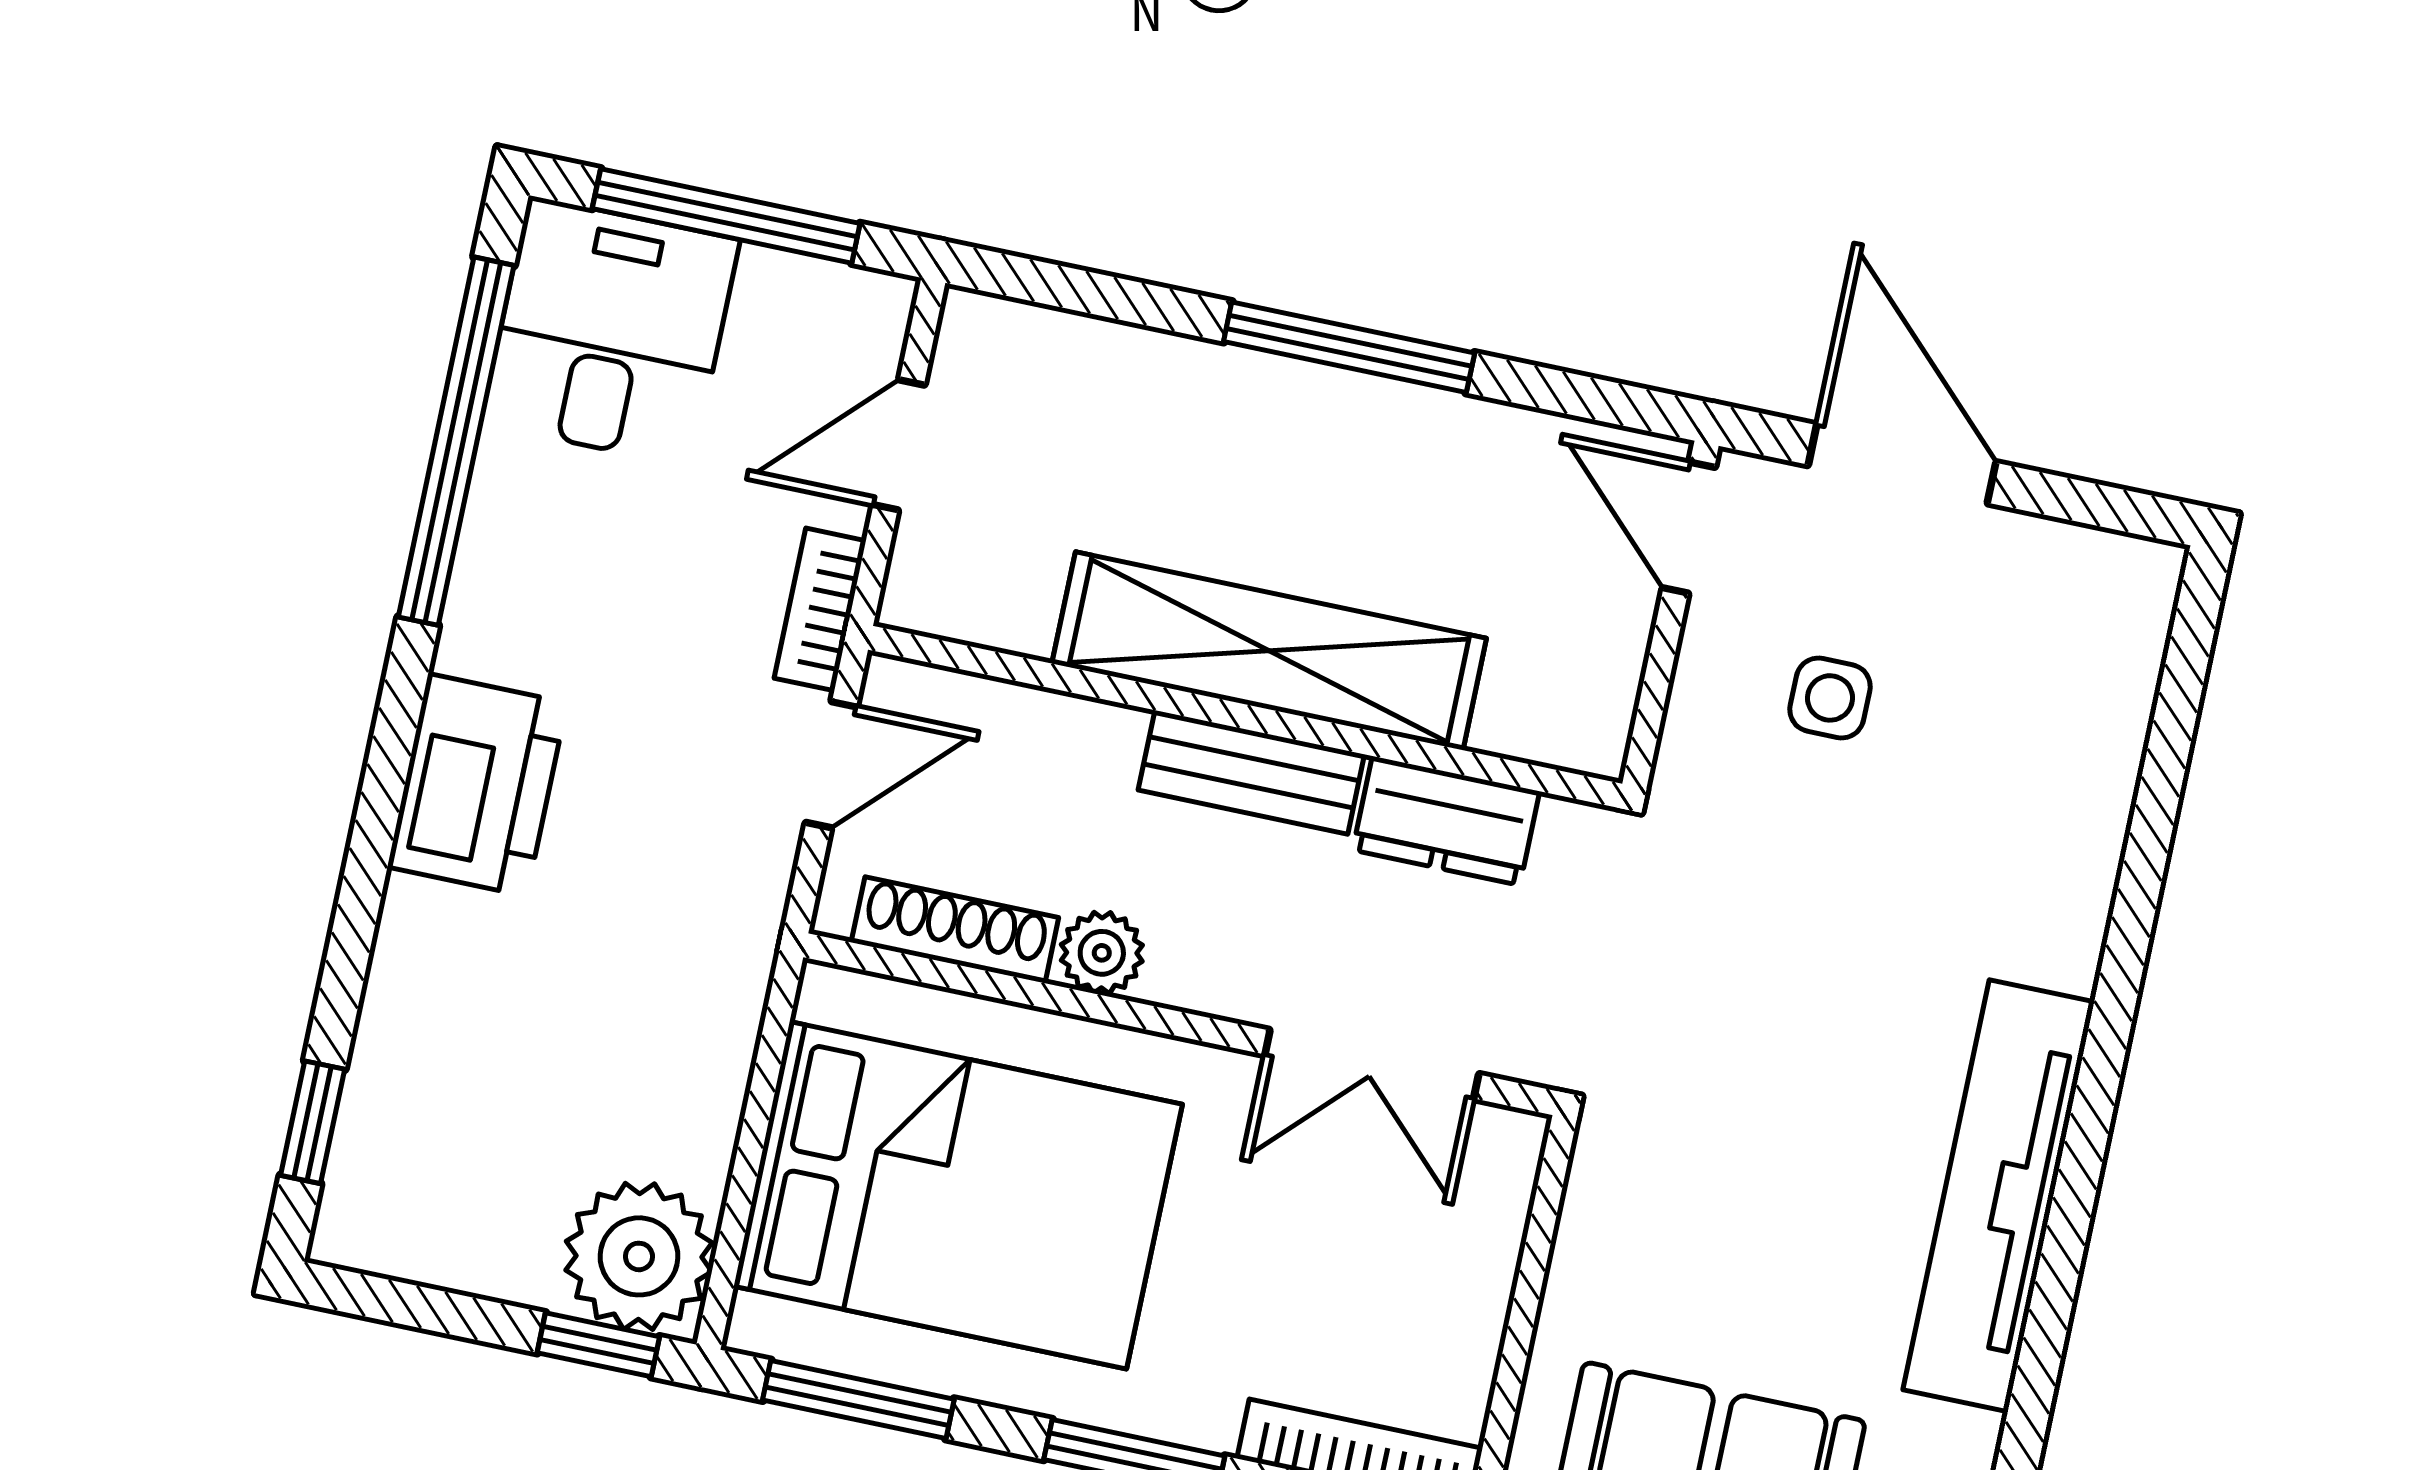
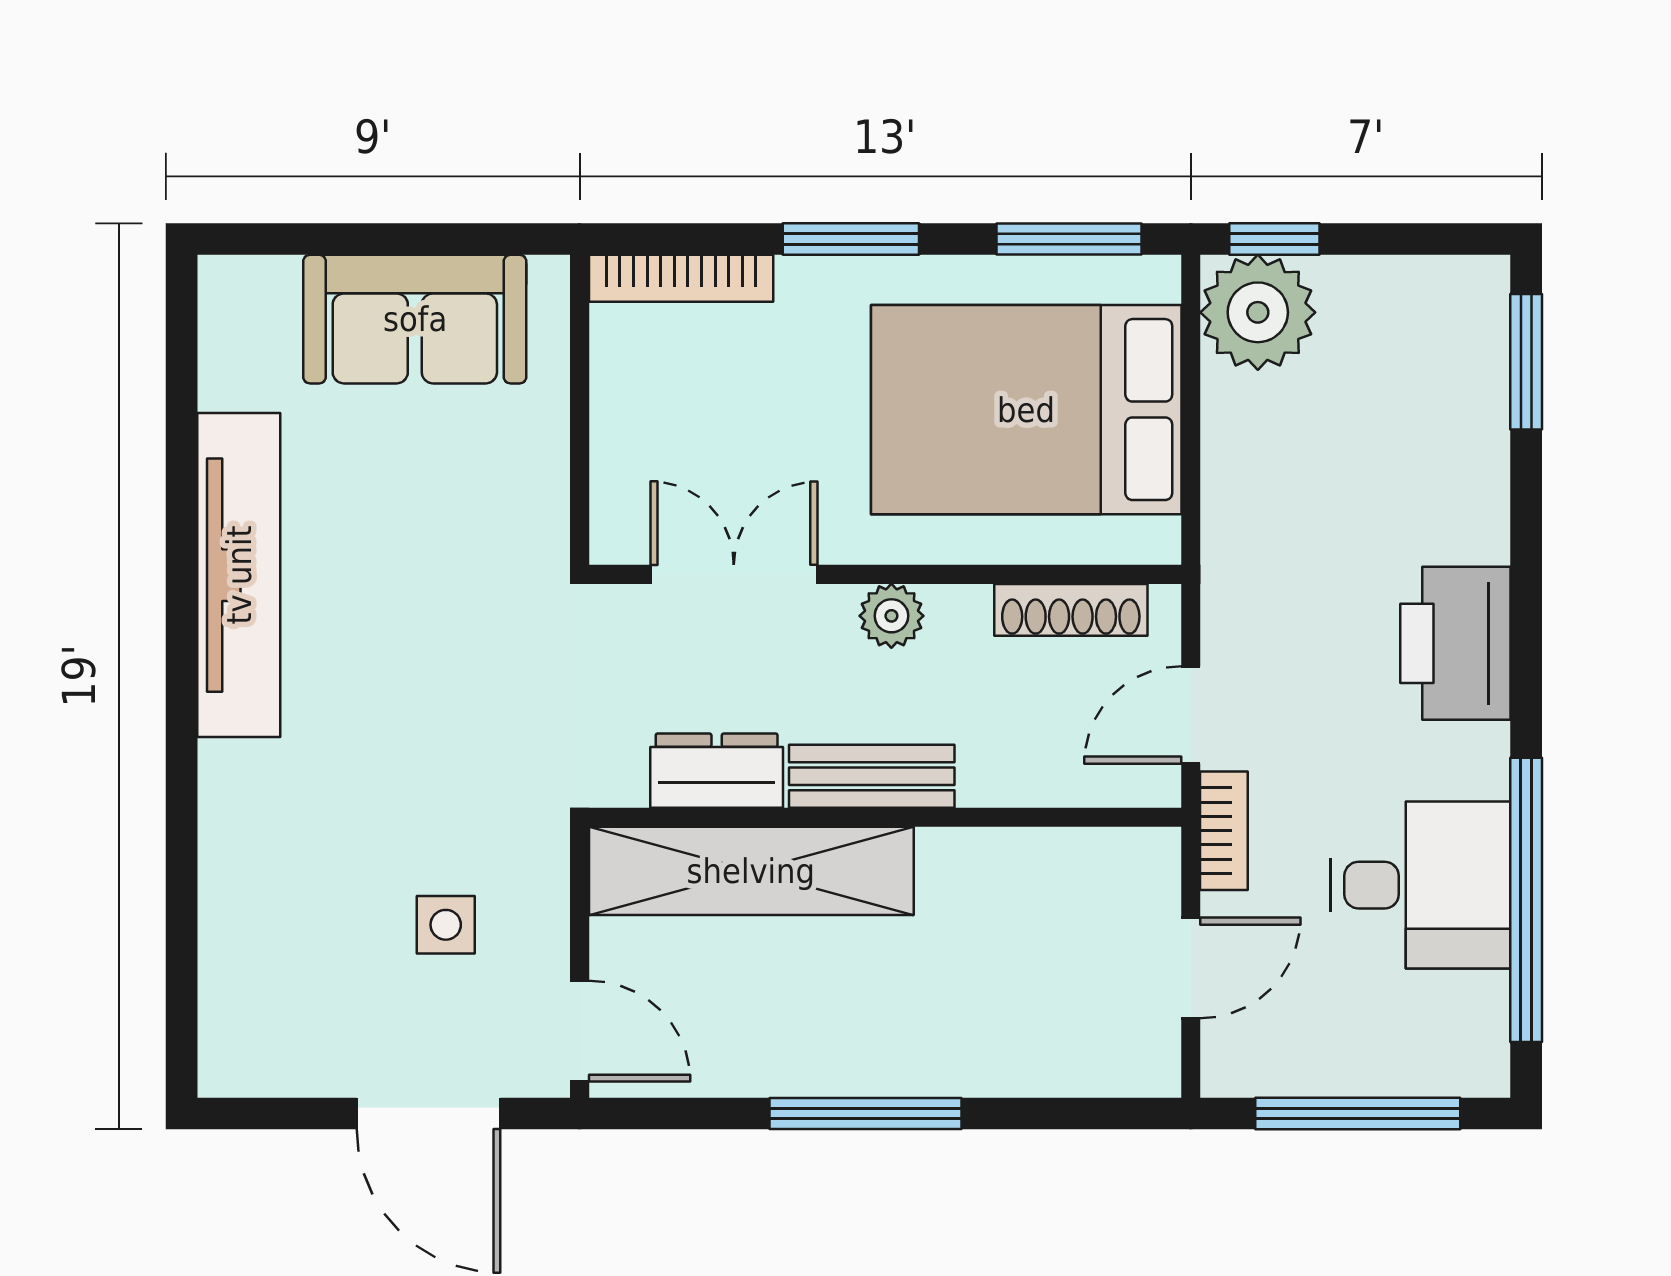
desk: (610, 332) -> (1420, 885), moved, turned -90
shelving: (1269, 651) -> (751, 871), moved
plant: (1102, 953) -> (891, 616), moved
window: (313, 1122) -> (1526, 362), width x1.50

